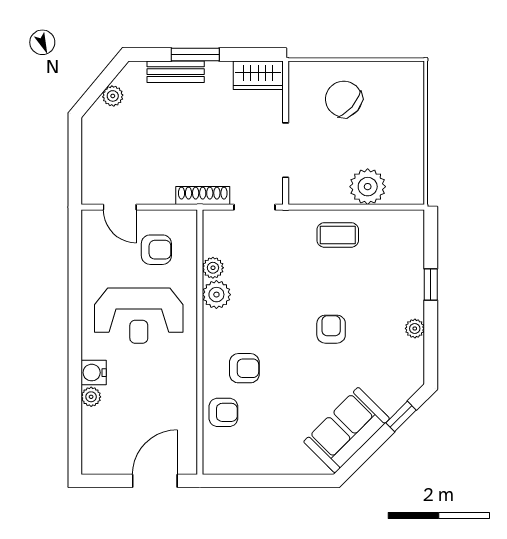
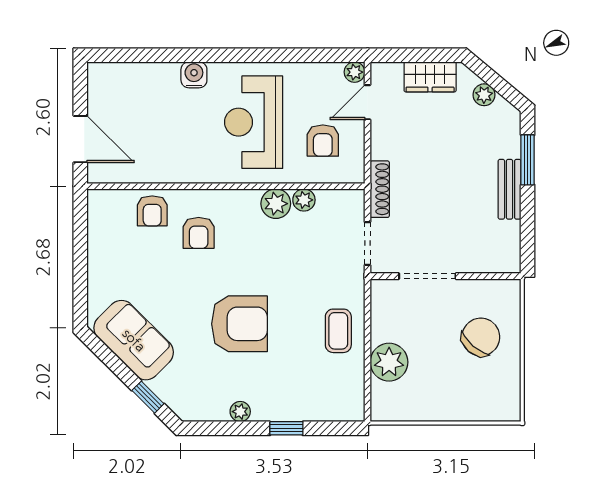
window: (195, 54) -> (528, 160), moved
bench: (176, 72) -> (510, 189), moved
wardrobe: (258, 75) -> (430, 77), moved, turned -90
armchair: (331, 329) -> (239, 324), width x1.88, depth x1.88
plant: (91, 397) -> (355, 72), moved

